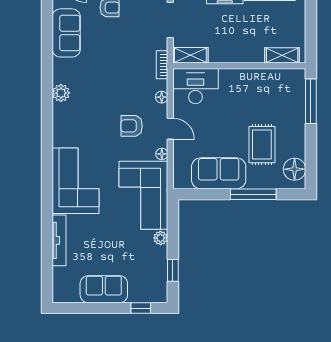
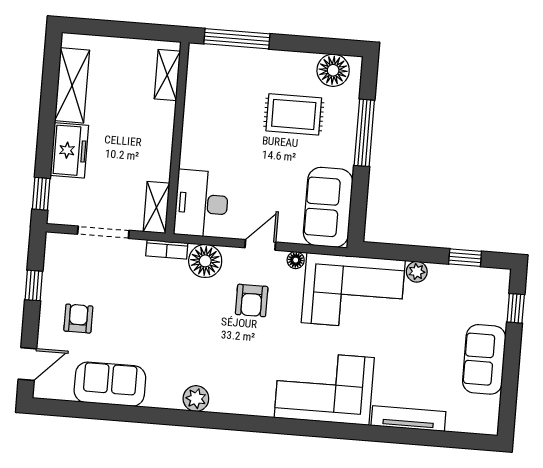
floor lamp: (162, 97) -> (205, 261), width x1.89, depth x1.89
sofa: (219, 173) -> (328, 207), moved

